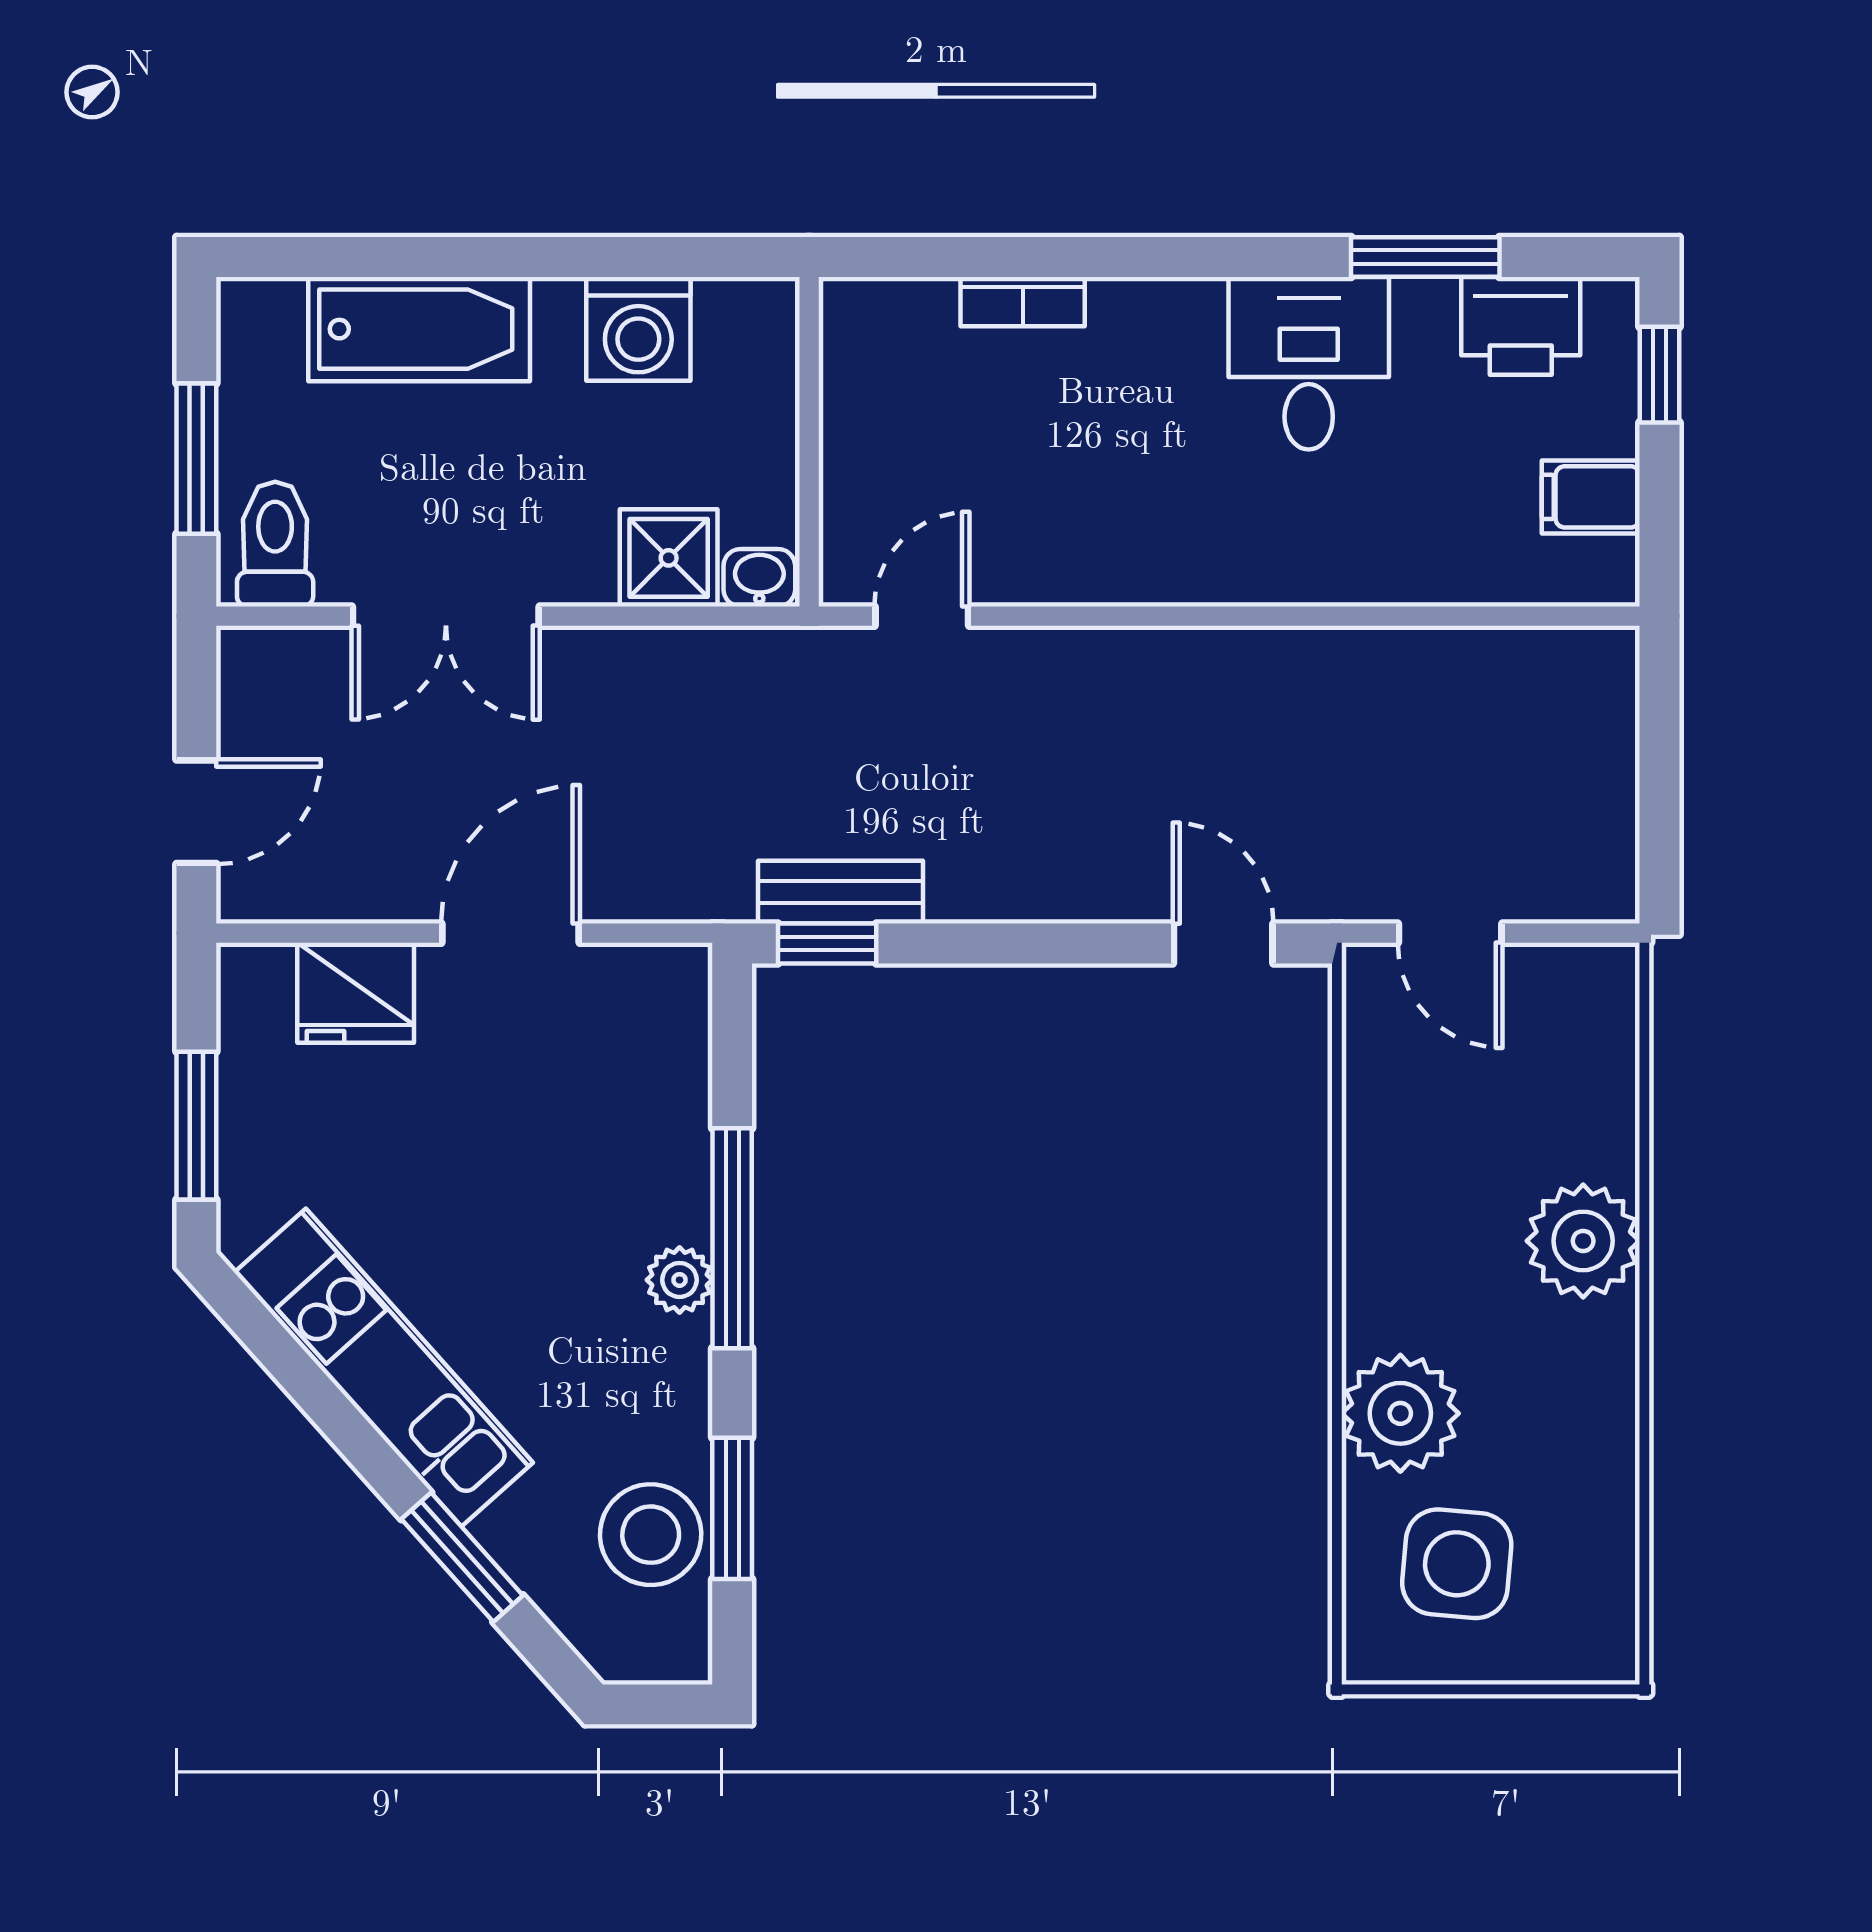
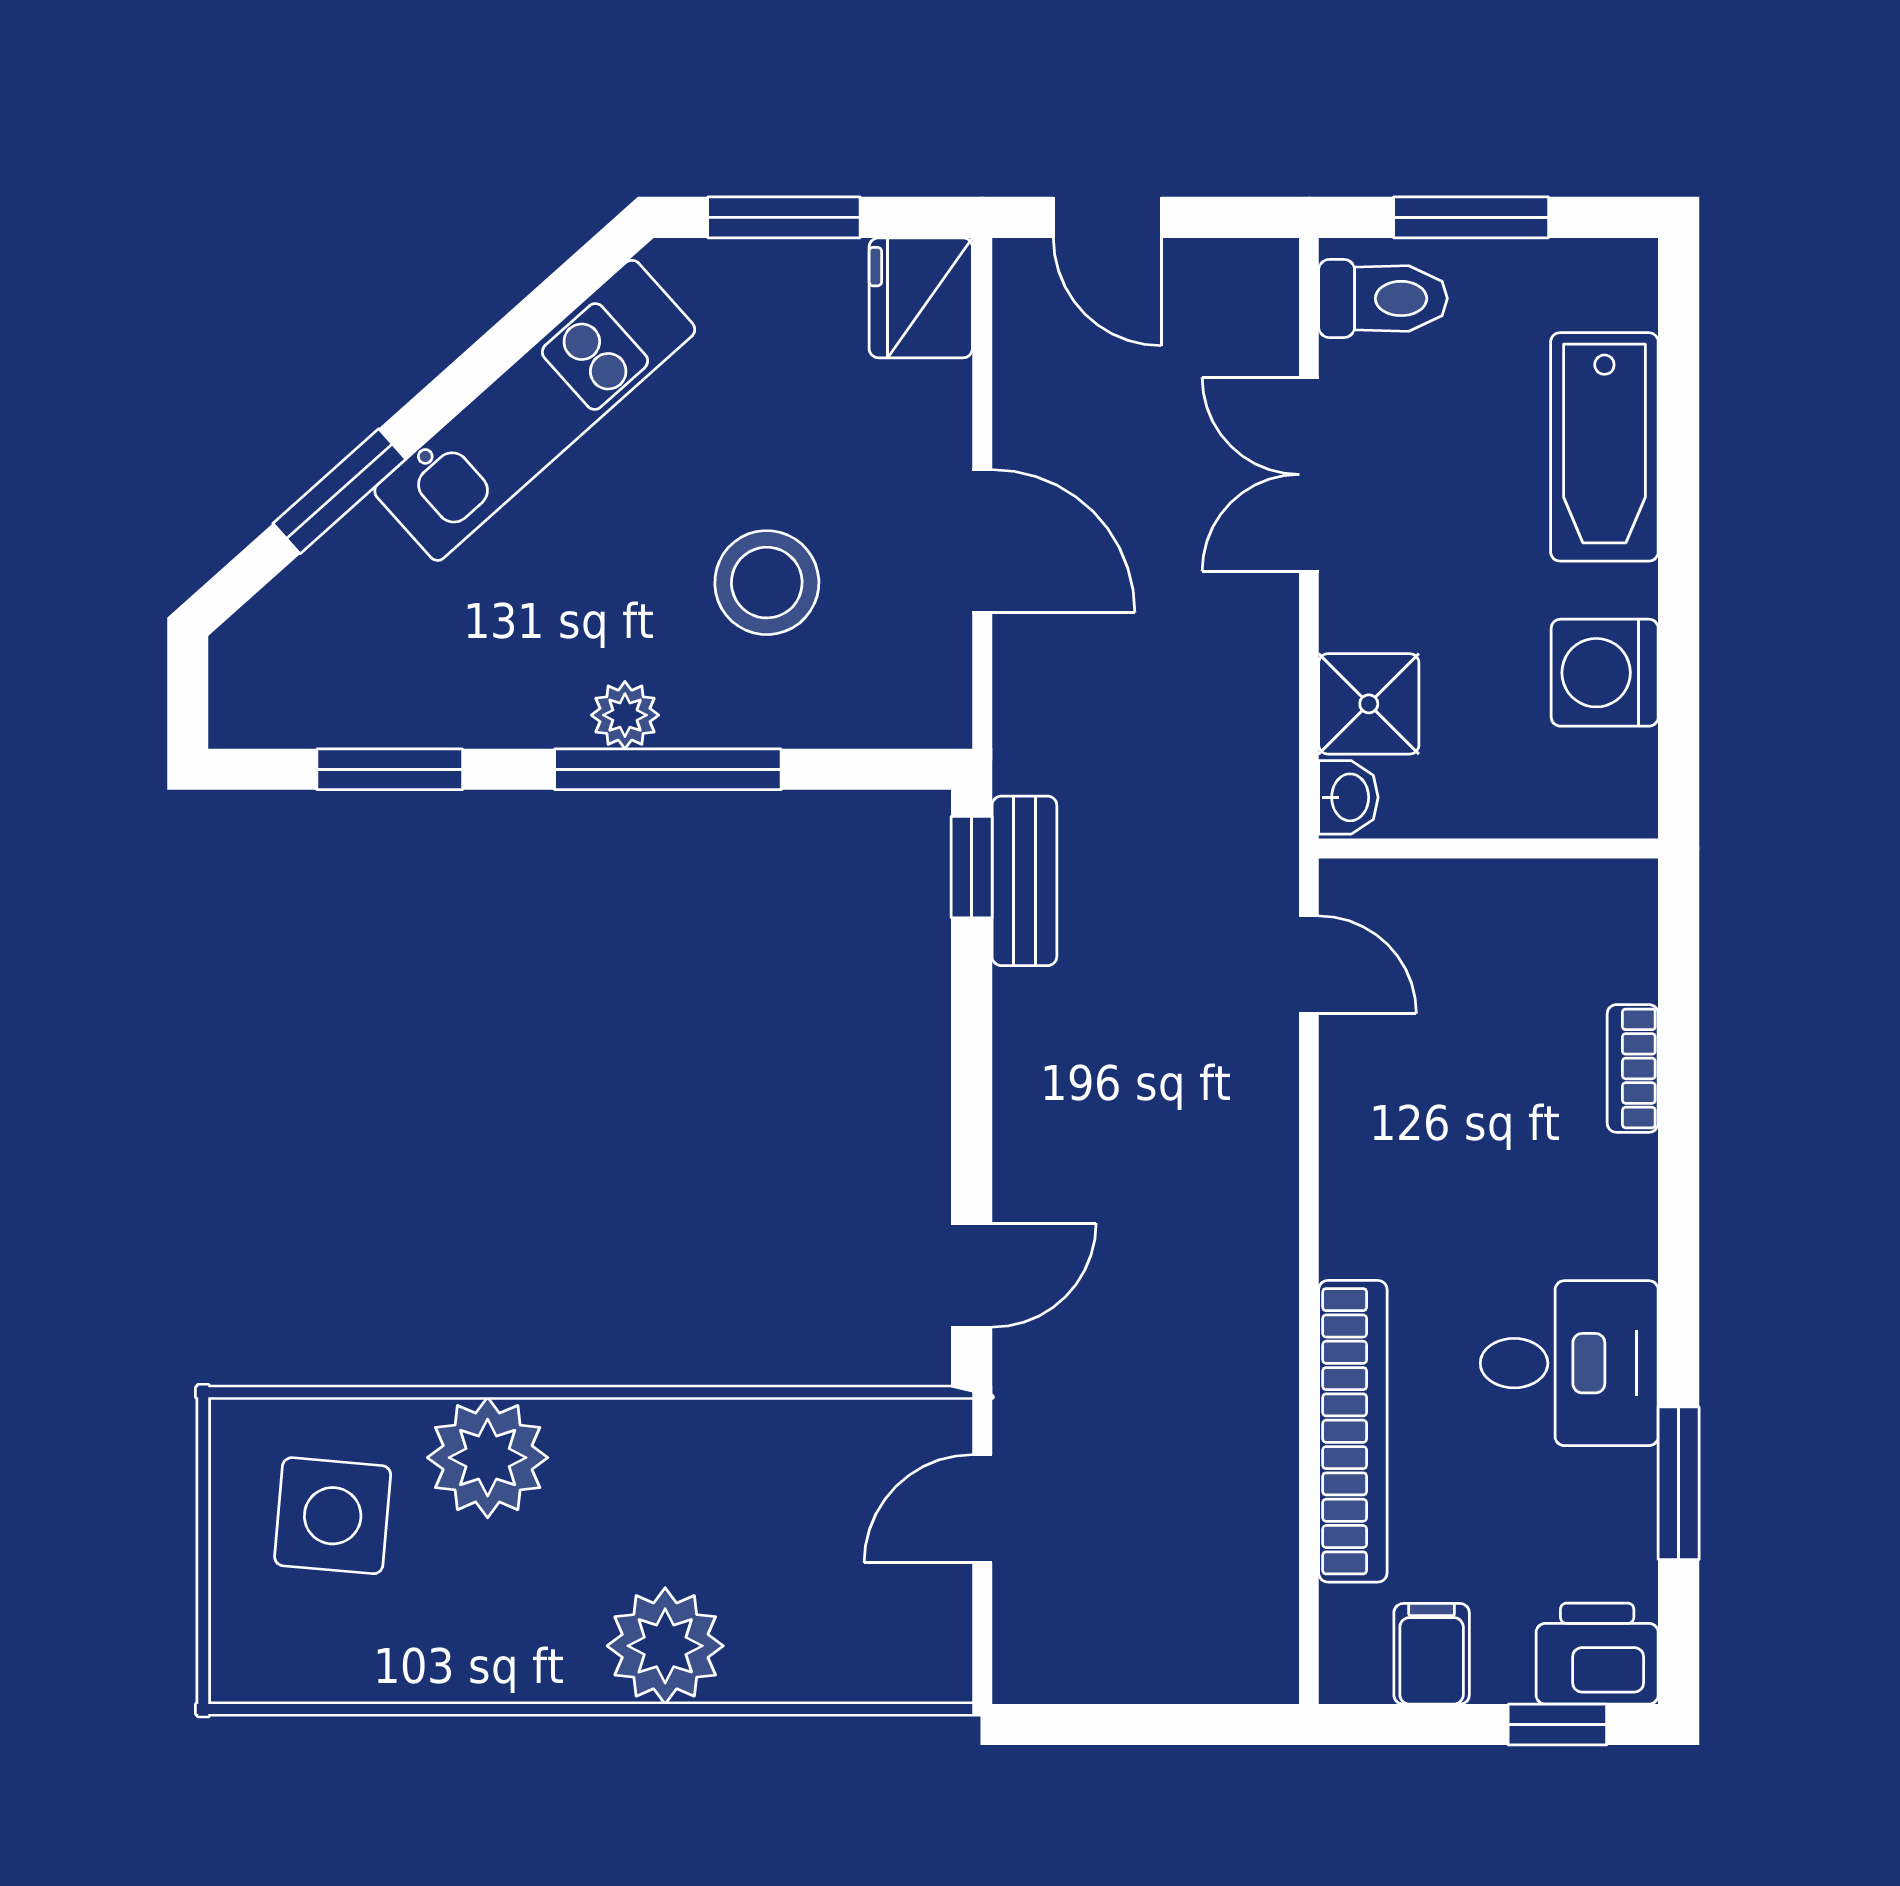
printer: (1521, 326) -> (1597, 1654), moved, turned 90
bookcase: (1375, 573) -> (1353, 1431), added
fridge: (356, 993) -> (921, 298), moved
stool: (651, 1535) -> (767, 583), moved

